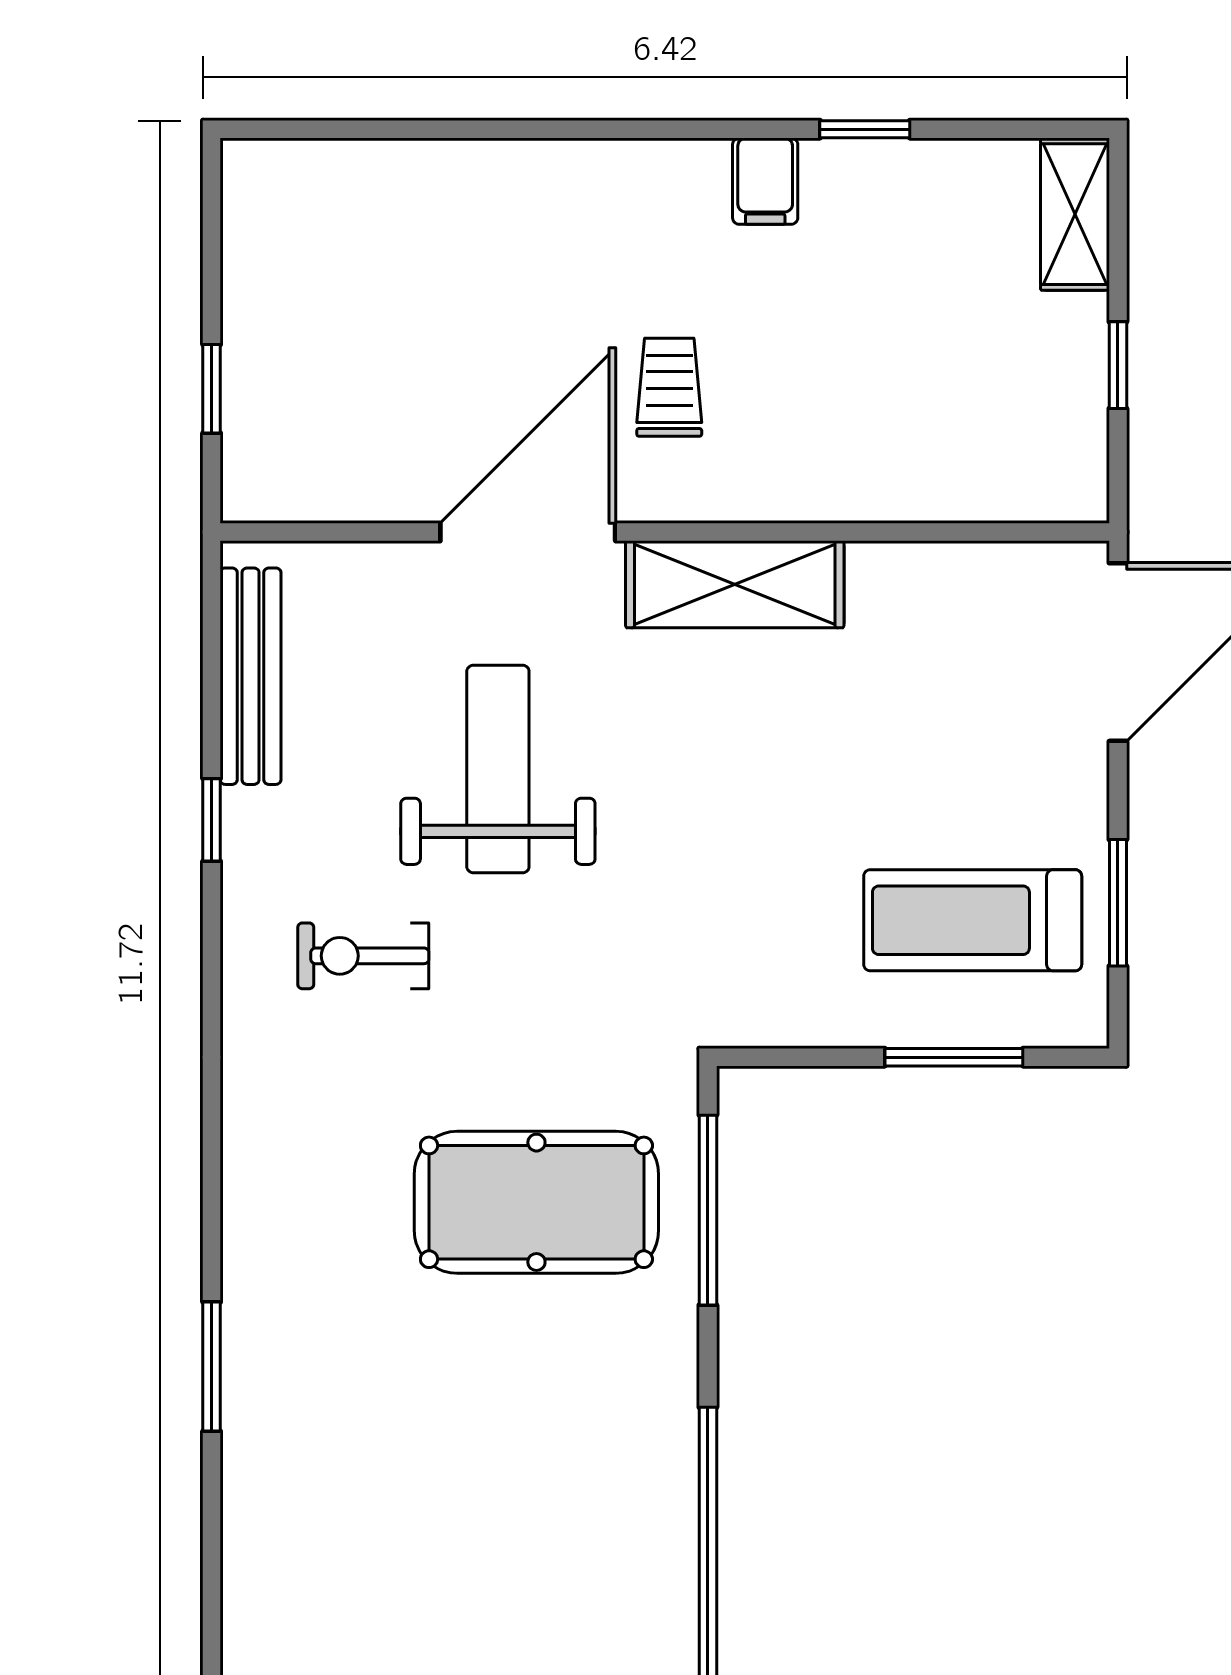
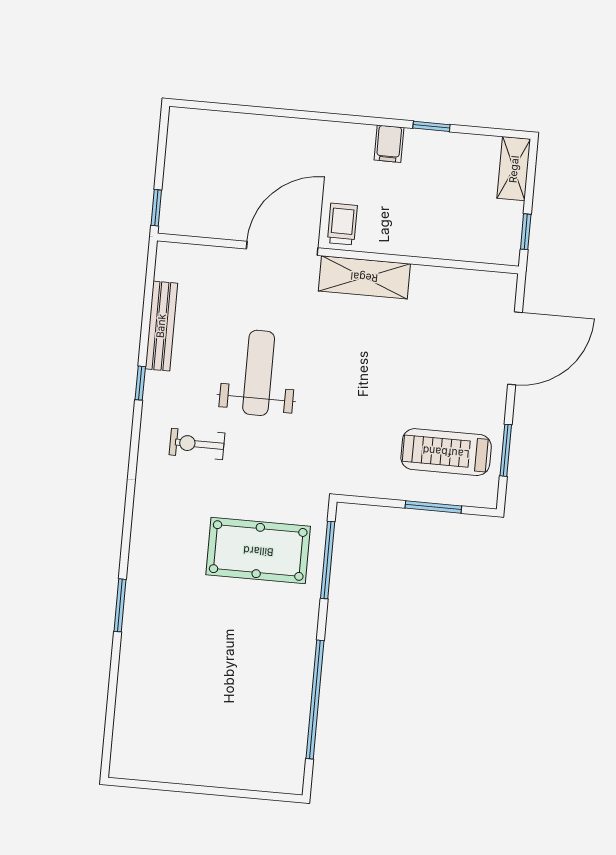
door: (528, 532) -> (282, 248), moved
wall: (665, 532) -> (338, 254), moved
shelving: (735, 584) -> (364, 277), moved

